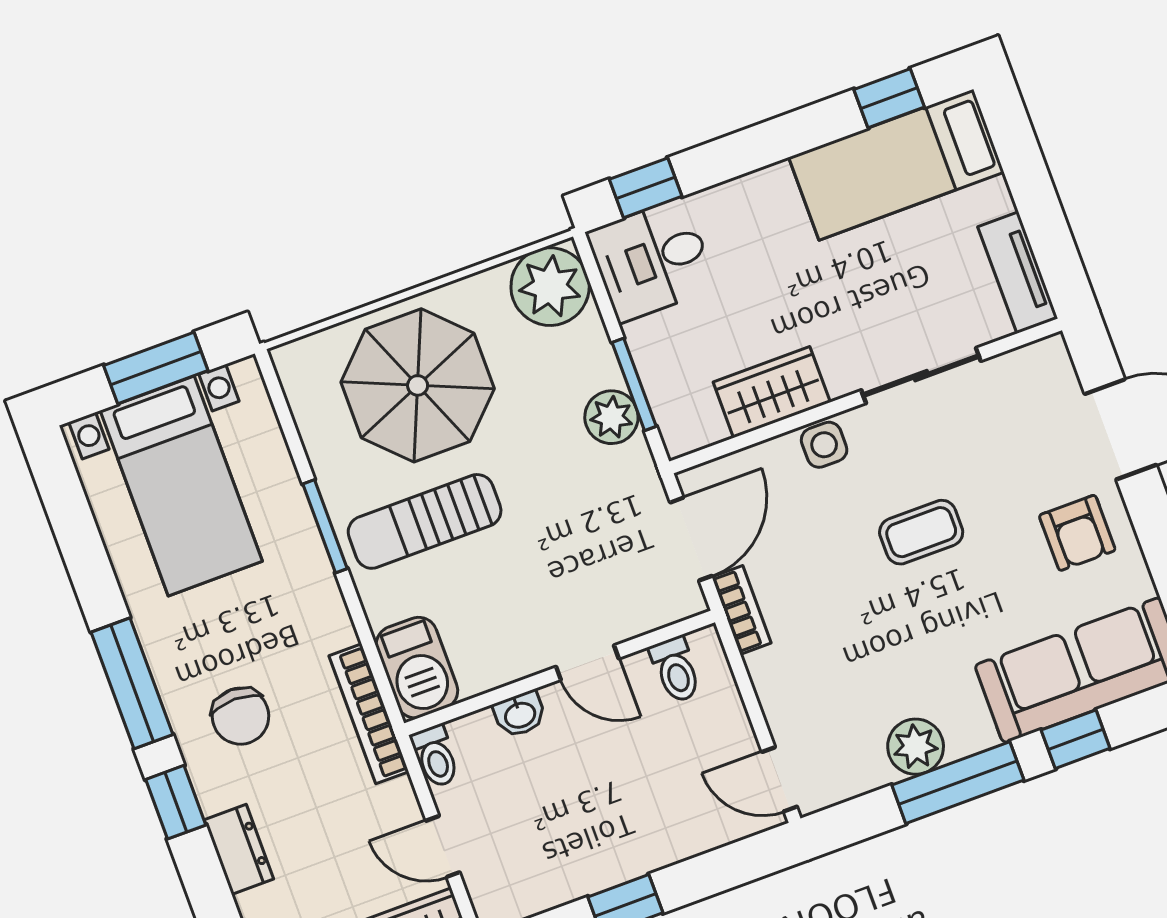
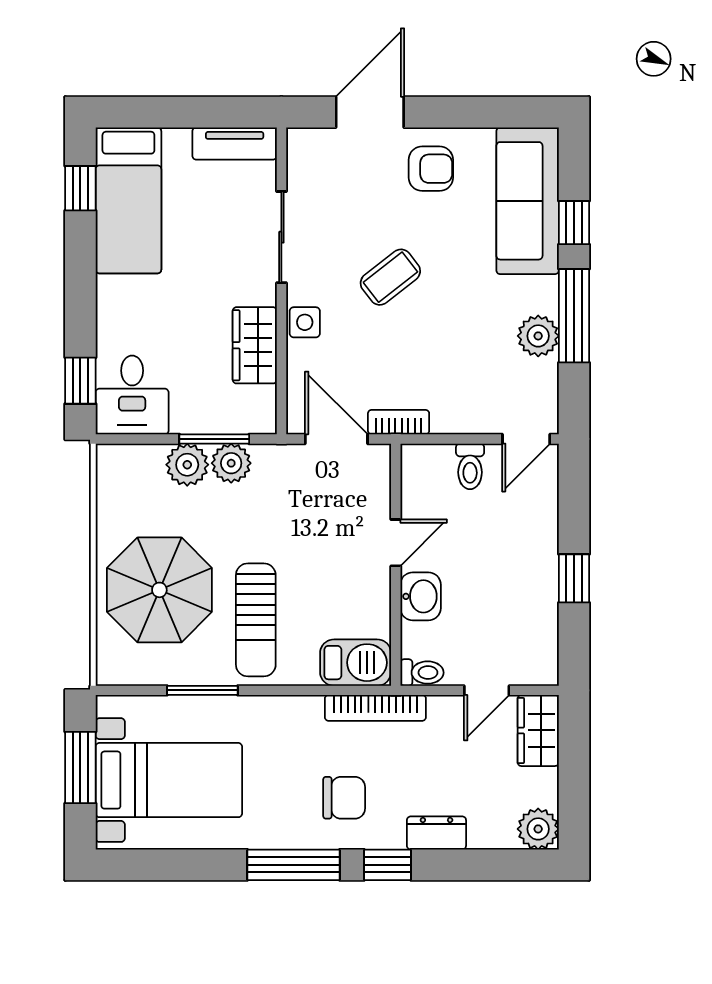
plant: (550, 287) -> (187, 465), moved, width x0.73, depth x0.73
window: (325, 526) -> (202, 690), moved
coffee table: (921, 532) -> (390, 277), turned 52
toilet: (676, 670) -> (470, 466), moved, turned 90
washbasin: (520, 714) -> (421, 596), width x1.38, depth x1.45

